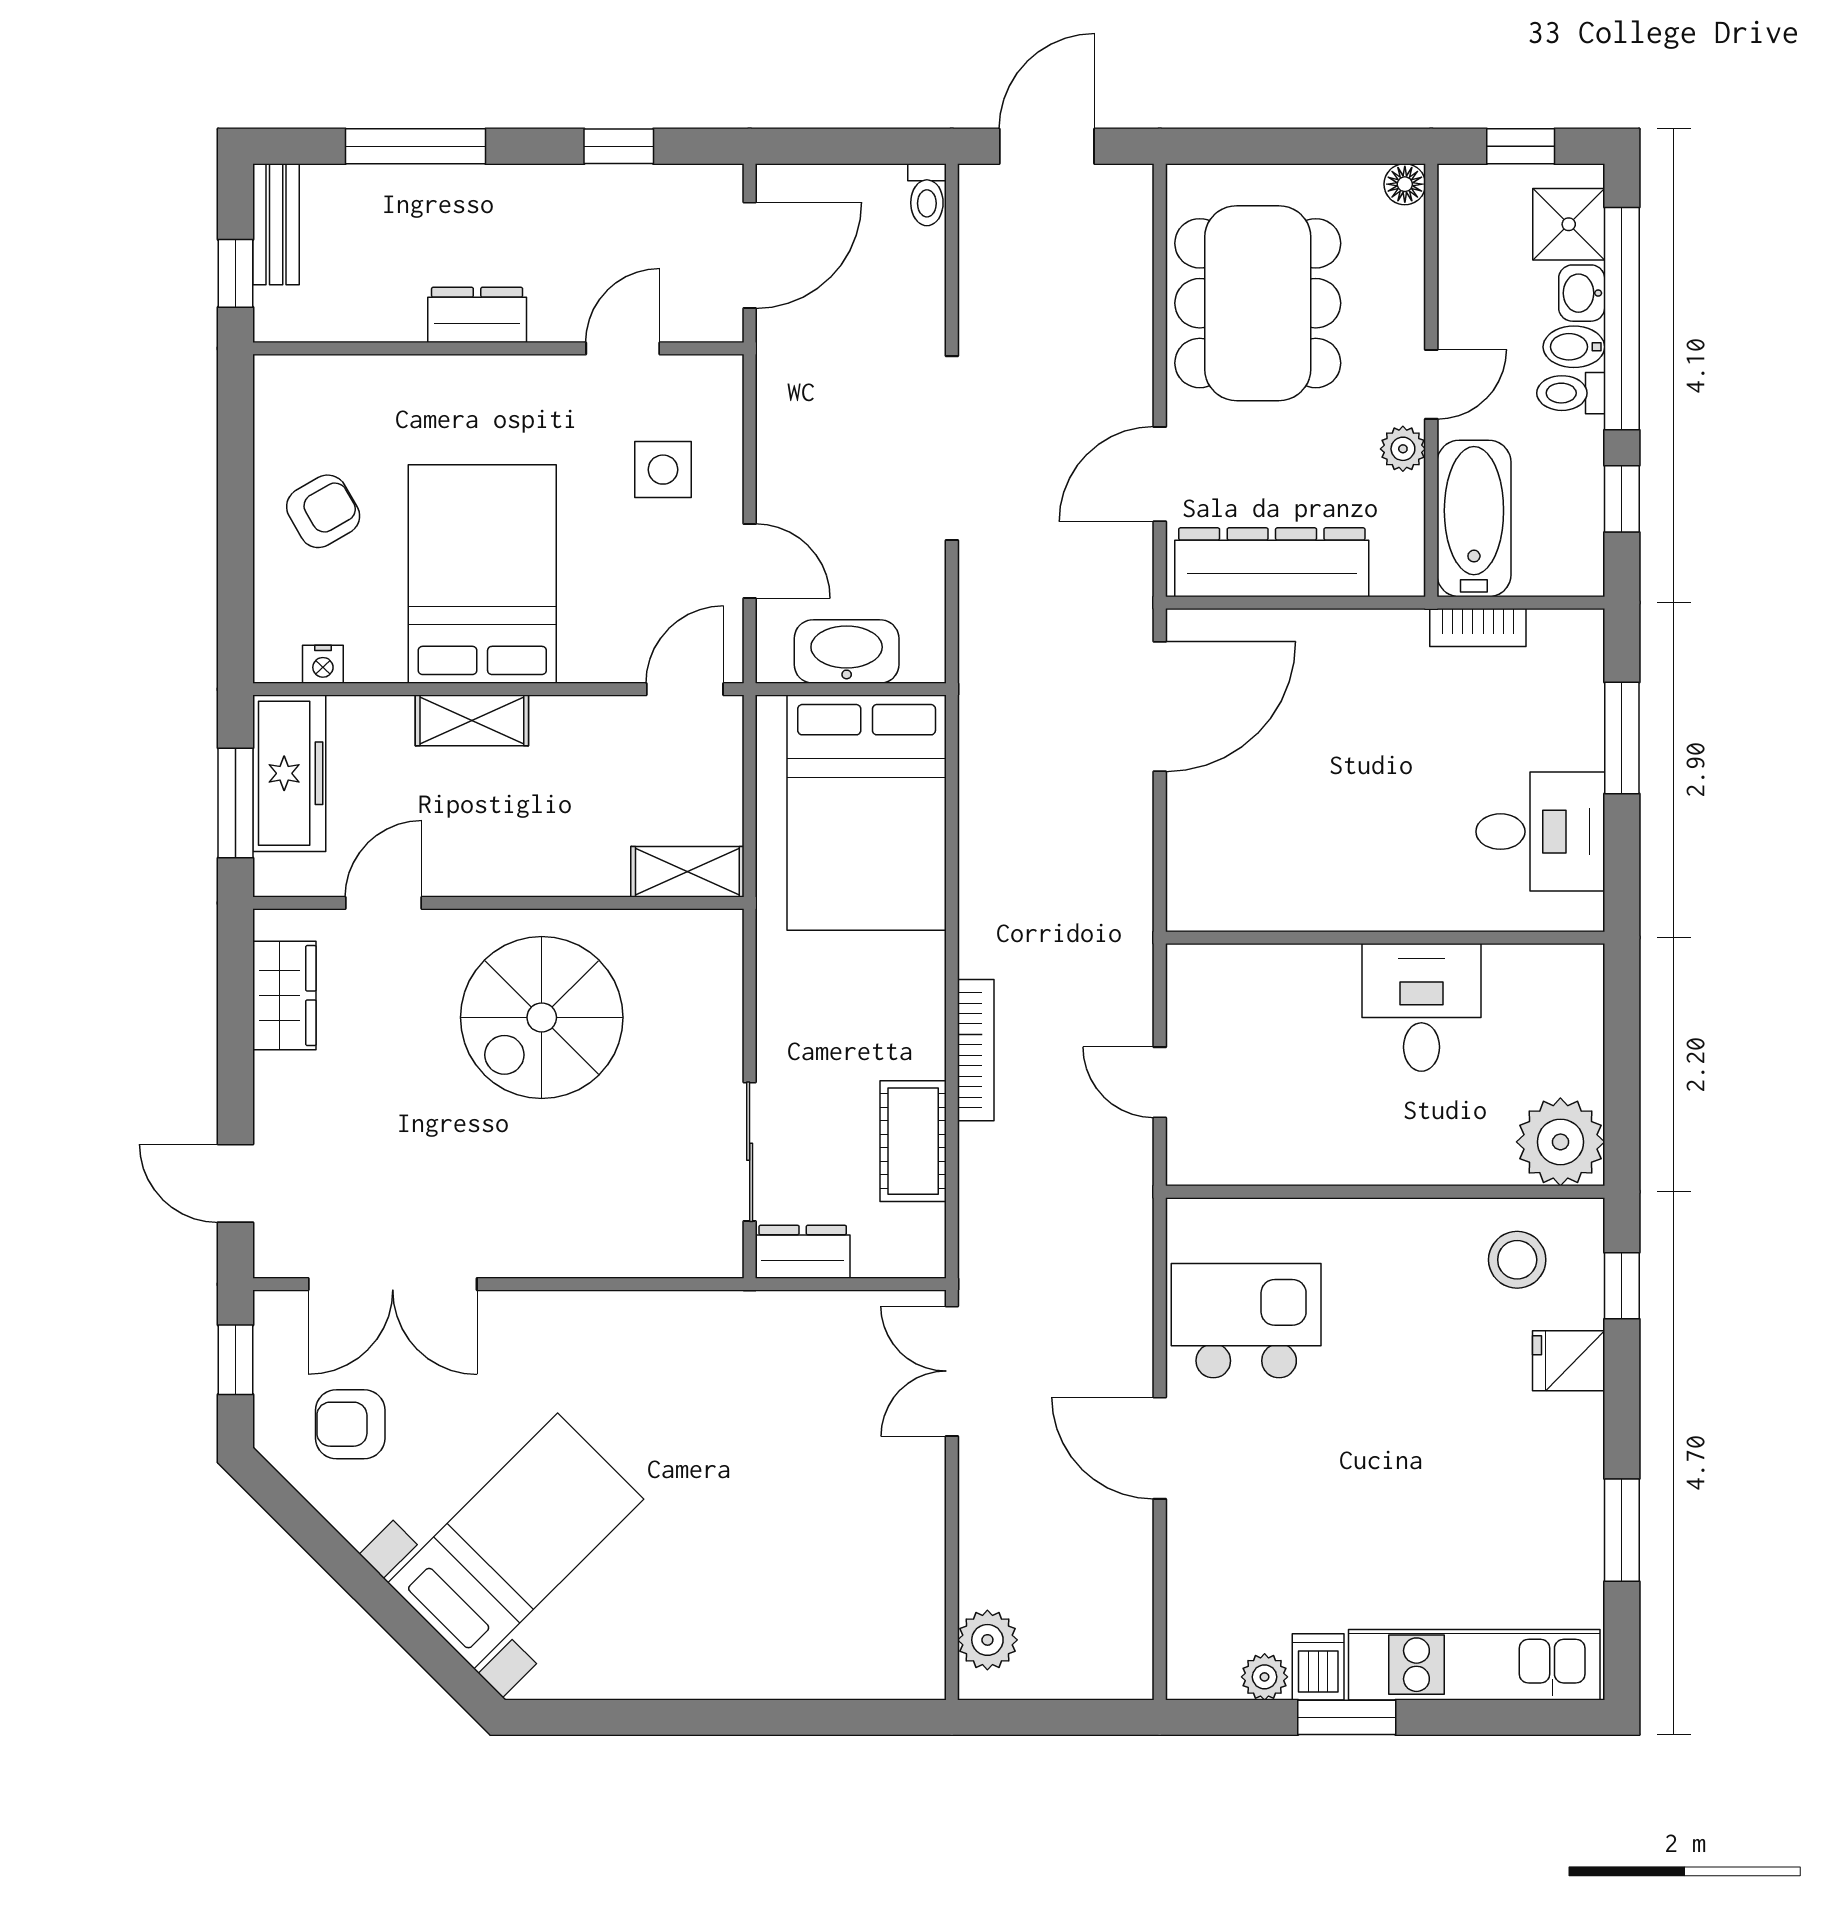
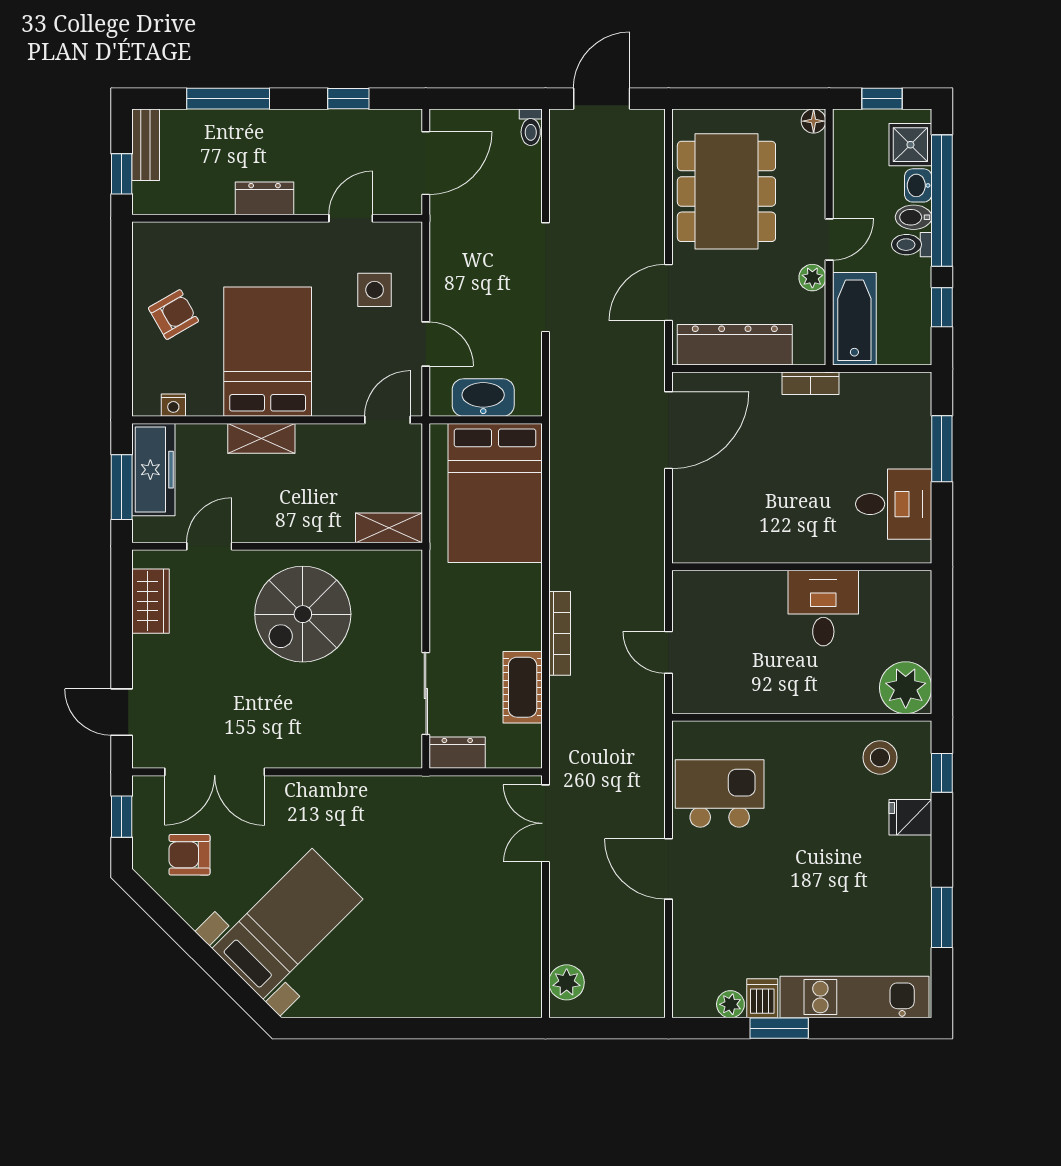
bookcase: (1478, 628) -> (810, 383), moved

